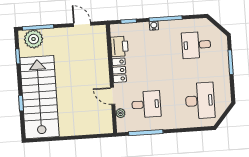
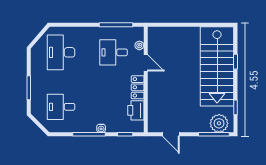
desk: (196, 45) -> (61, 107), turned 180

